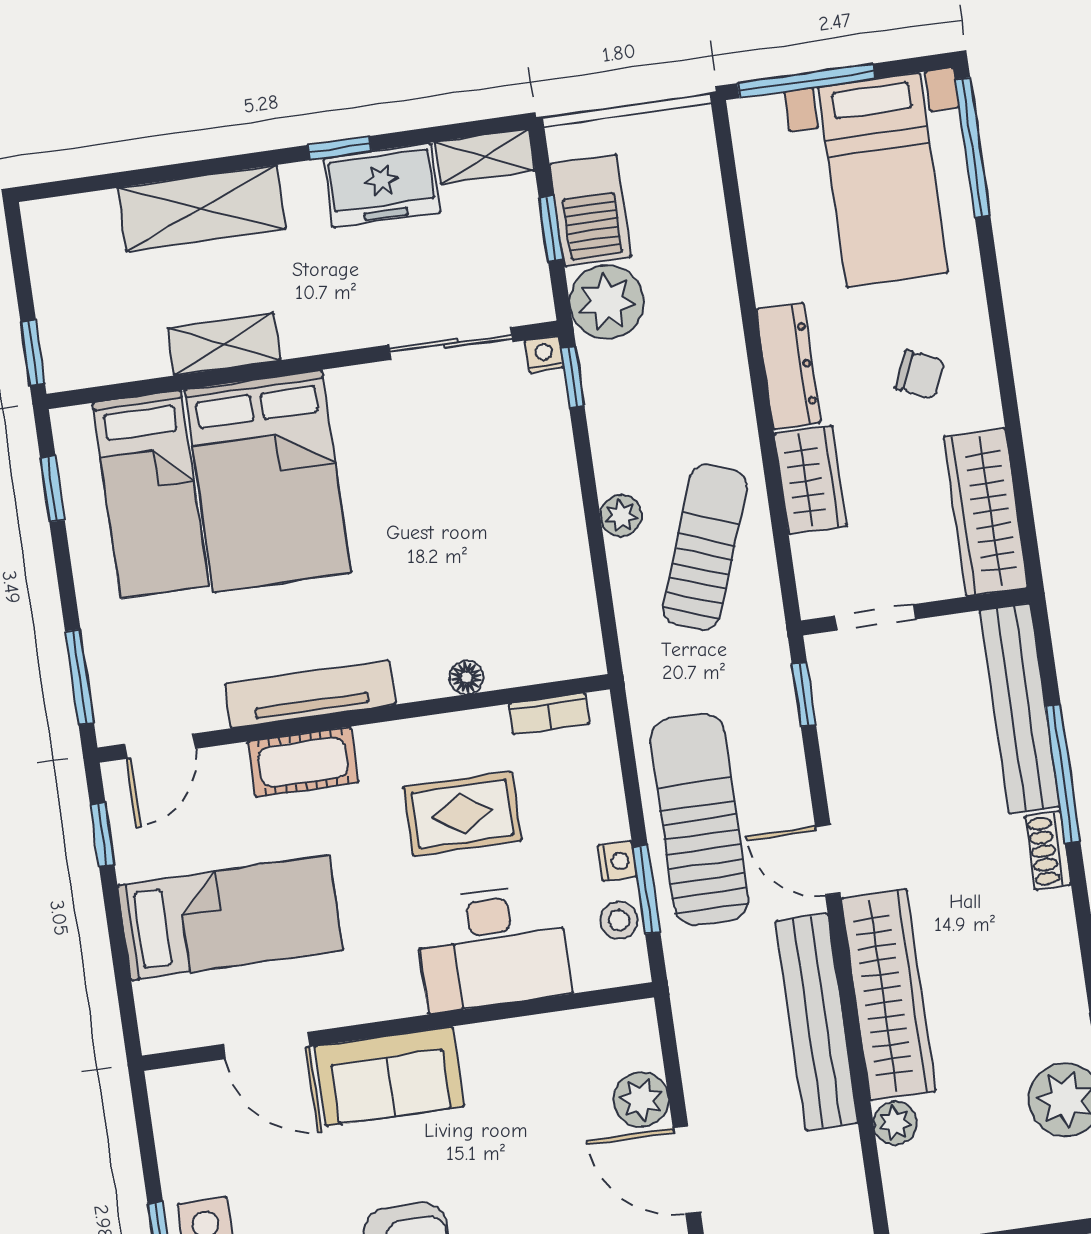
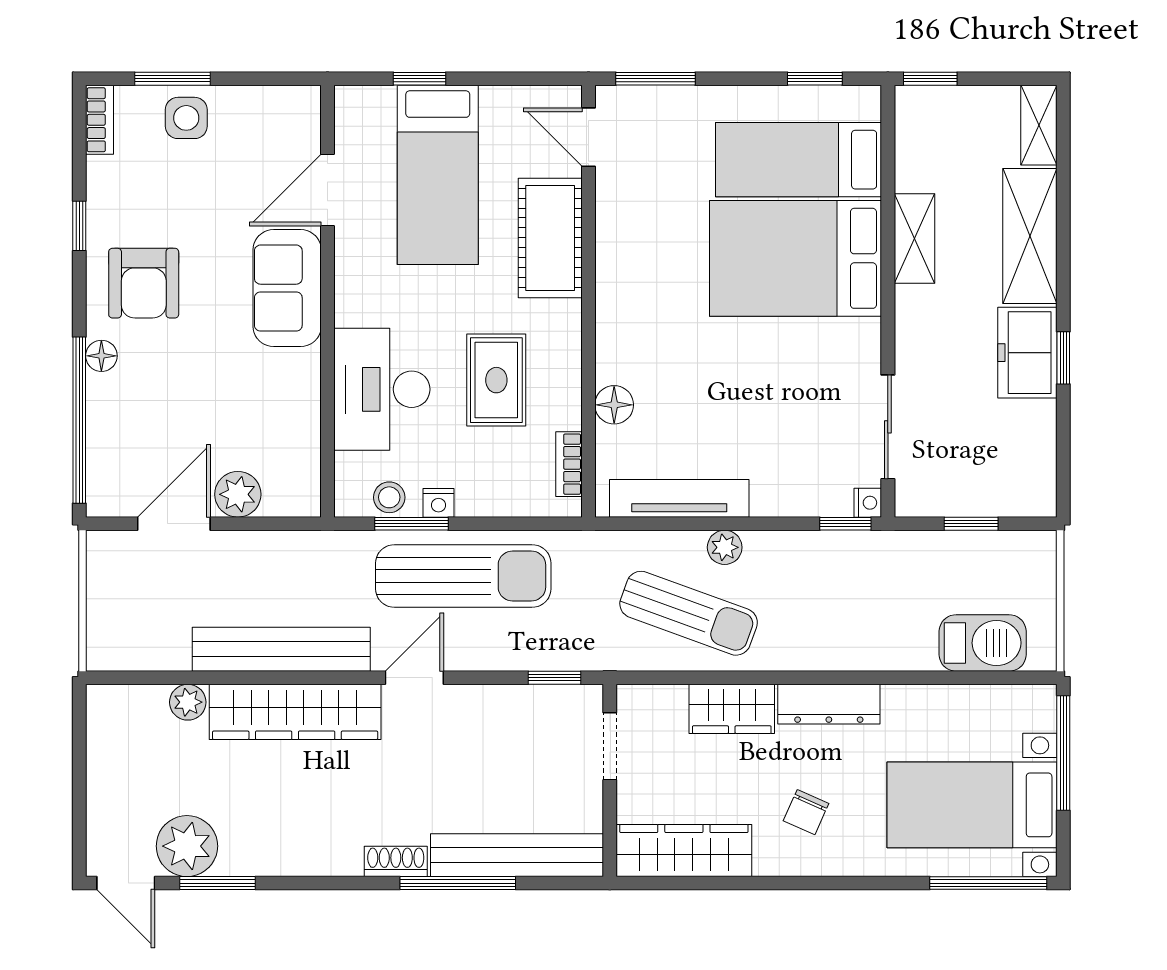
shelving: (485, 157) -> (1039, 125), moved
freezer: (382, 185) -> (1027, 353), moved
barbecue: (590, 211) -> (983, 643), moved, turned 180
plant: (607, 302) -> (904, 561), removed
floor lamp: (466, 677) -> (614, 405), width x1.37, depth x1.37
tv unit: (310, 694) -> (679, 498), moved, turned -90
cot: (303, 762) -> (550, 238), width x1.37, depth x1.34
window: (102, 835) -> (419, 79), moved

